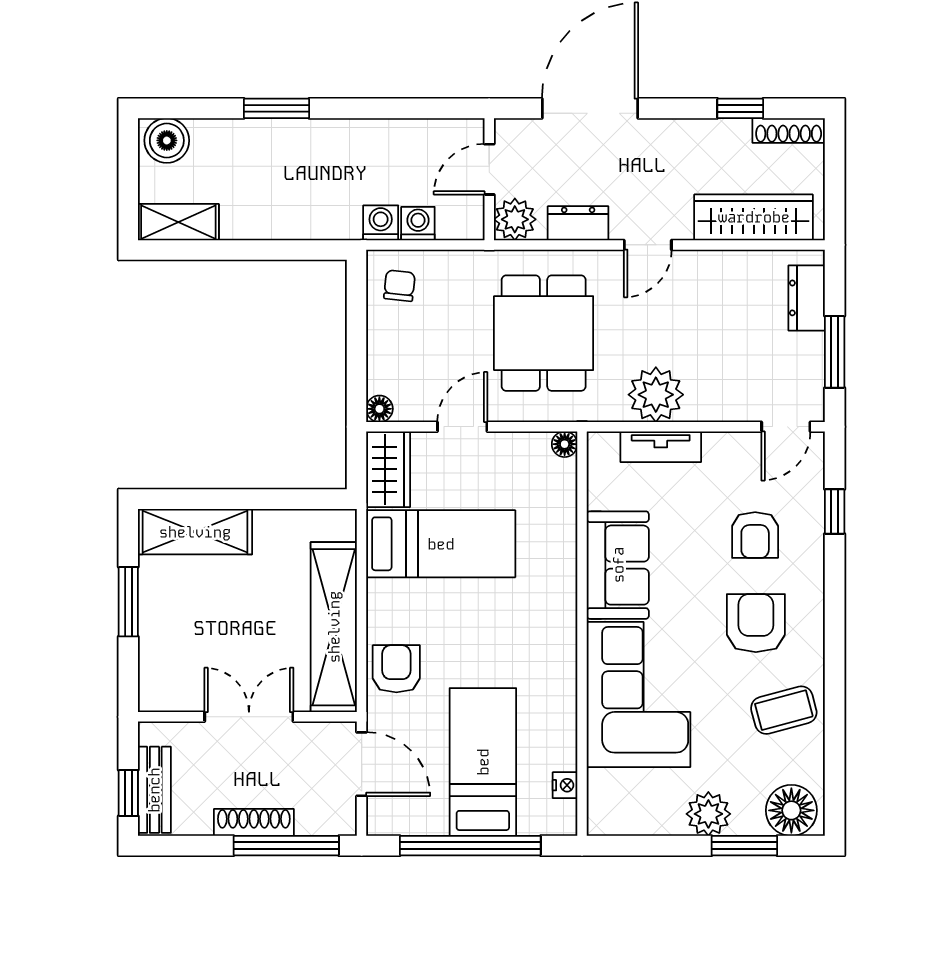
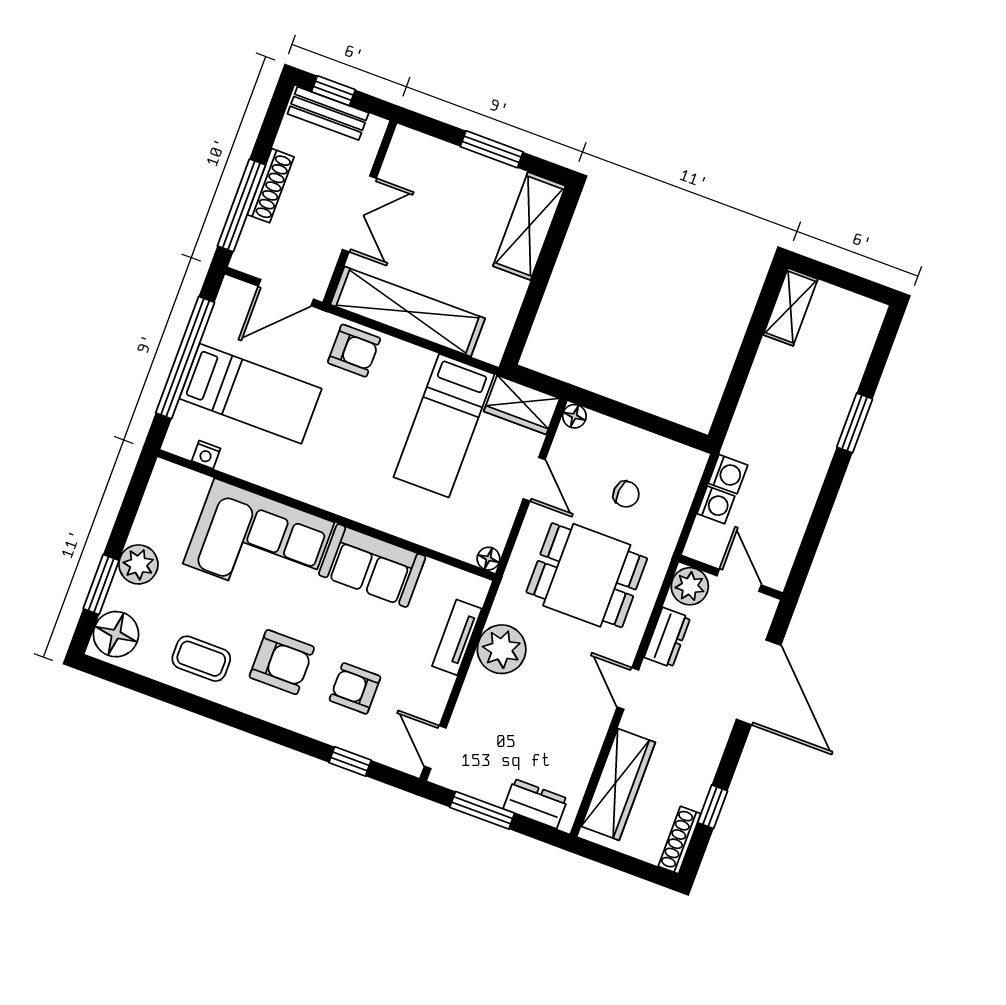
boiler: (167, 140) -> (862, 322), removed
chair: (399, 286) -> (626, 494), moved
coffee table: (784, 710) -> (201, 659), turned -75

